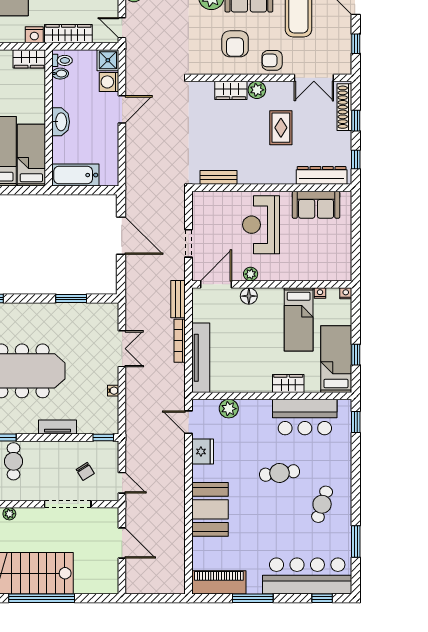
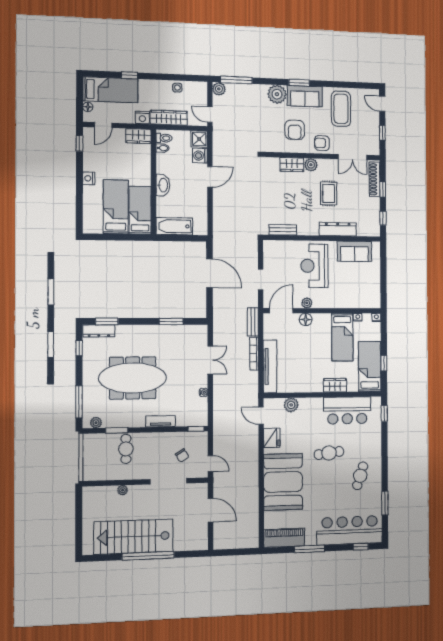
dresser: (322, 175) -> (338, 229), moved
booth: (210, 509) -> (283, 482), width x1.36, depth x1.42

